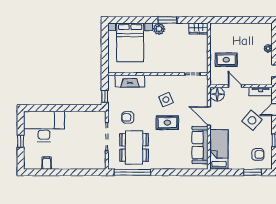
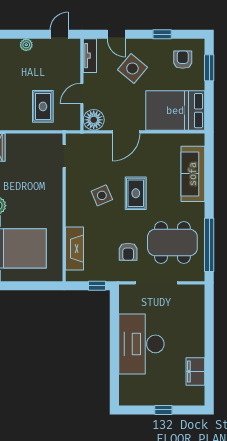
desk: (44, 126) -> (141, 344), moved
sofa: (200, 145) -> (193, 174), moved, turned 90
bed: (219, 149) -> (175, 111), width x1.50
filing cabinet: (47, 163) -> (195, 372), width x2.00

